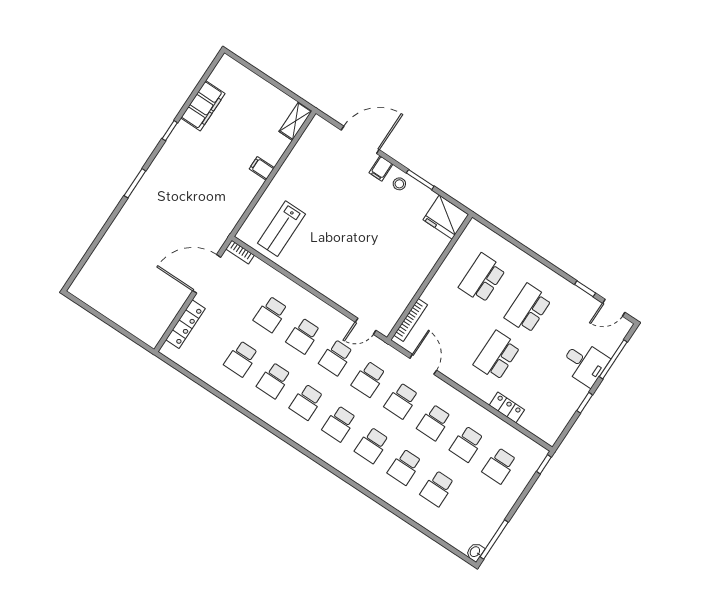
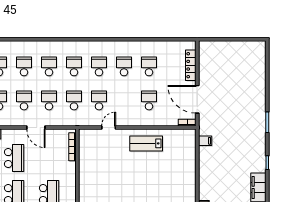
filing cabinet: (262, 168) -> (205, 141), moved
lab bench: (281, 229) -> (146, 143), moved, turned -90
door: (207, 274) -> (197, 99), swing flipped
door: (366, 326) -> (109, 127), moved
school desk: (303, 336) -> (124, 100), removed
door: (423, 364) -> (36, 127), moved

